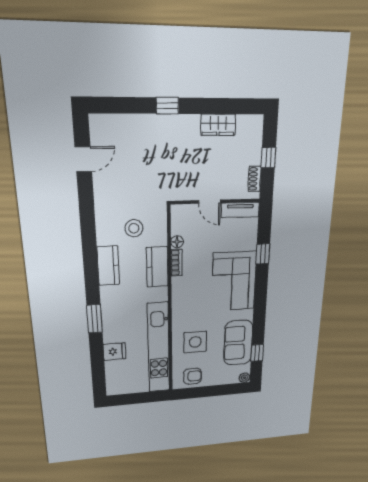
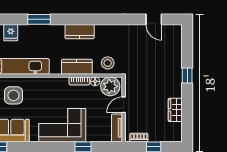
plant: (184, 221) -> (110, 86), added
stool: (134, 228) -> (108, 63), moved

